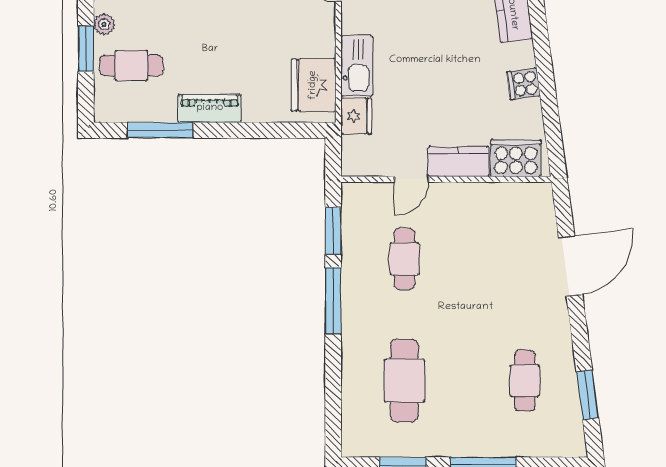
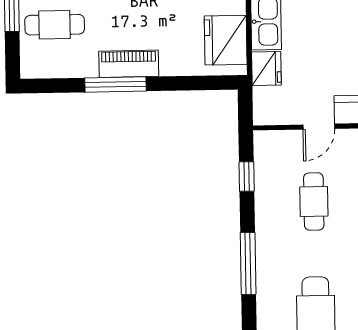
window: (160, 130) -> (115, 84), moved
window: (333, 231) -> (247, 176), width x0.67
window: (333, 300) -> (248, 263), moved

